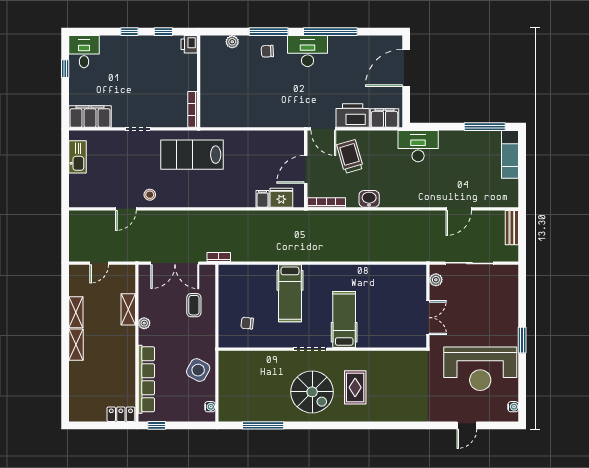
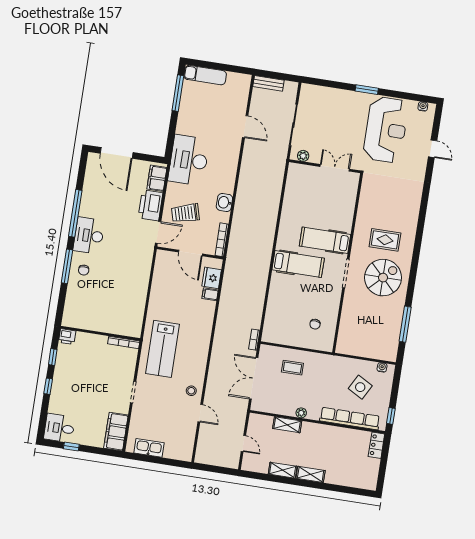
plant: (232, 42) -> (71, 299), removed
desk: (418, 146) -> (189, 160), width x1.36, depth x1.30
double door: (175, 263) -> (254, 378), swing flipped
hospital bed: (290, 293) -> (298, 264), moved
side table: (198, 370) -> (360, 387), moved

